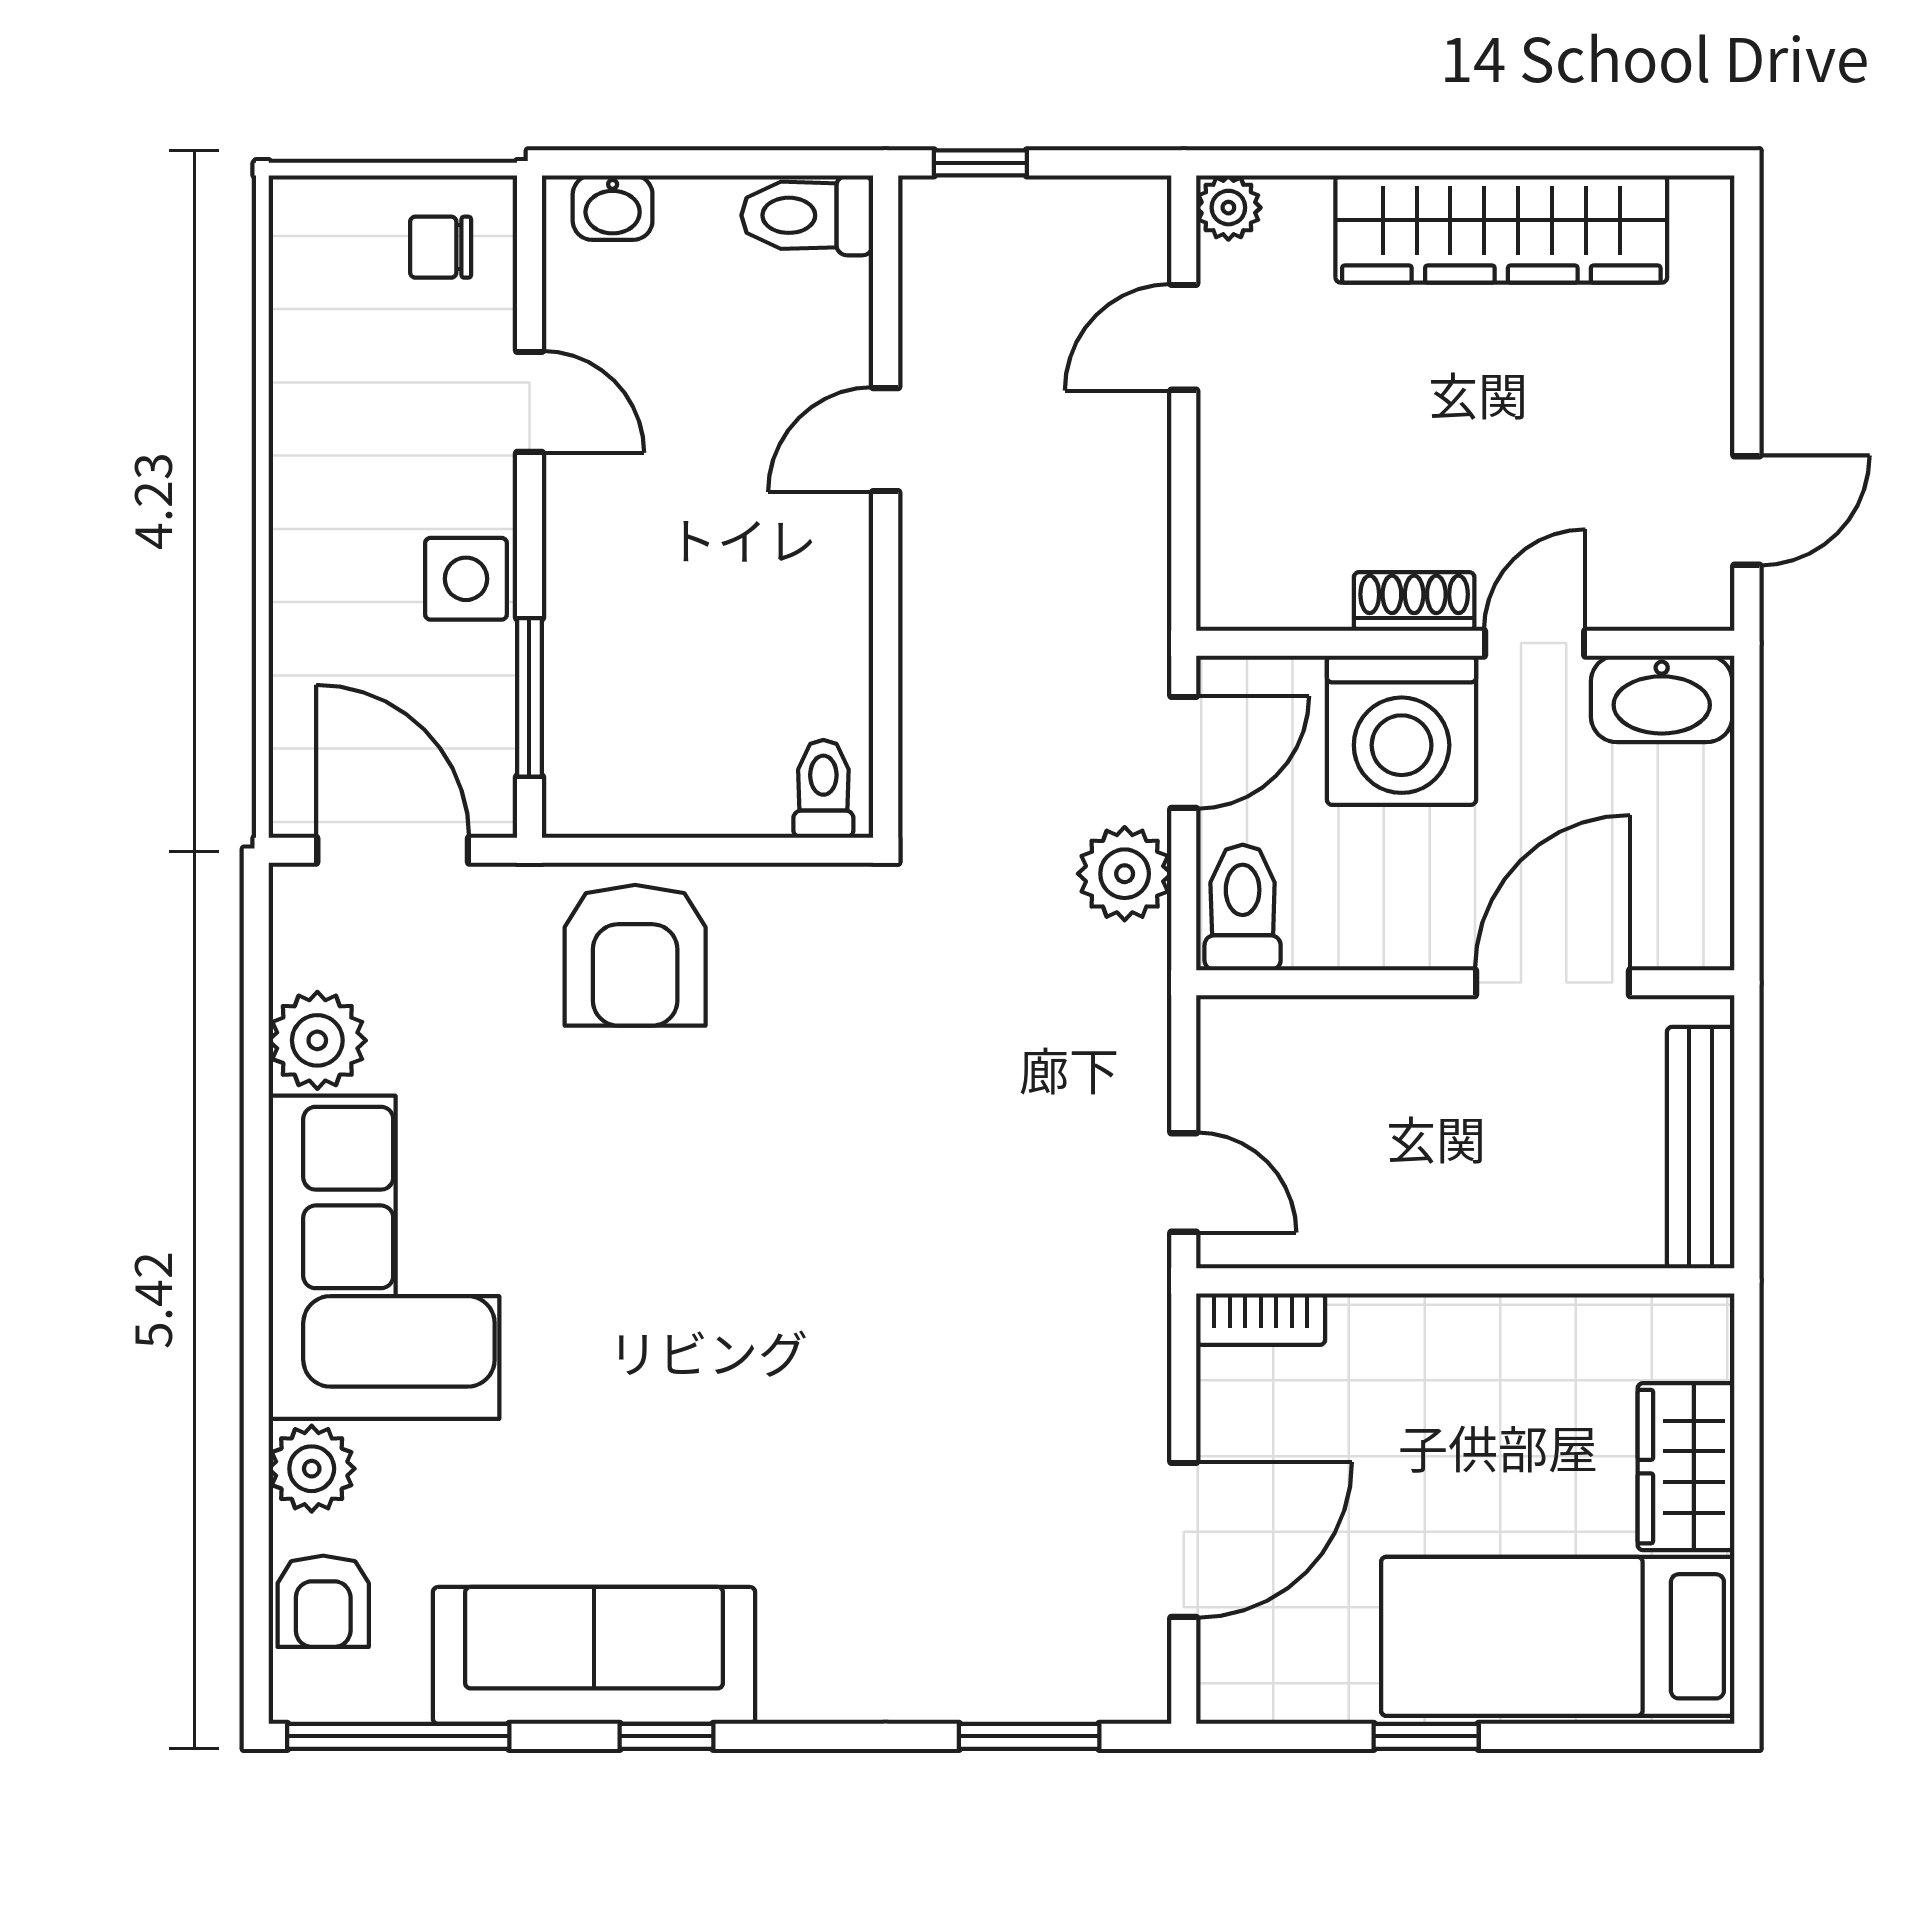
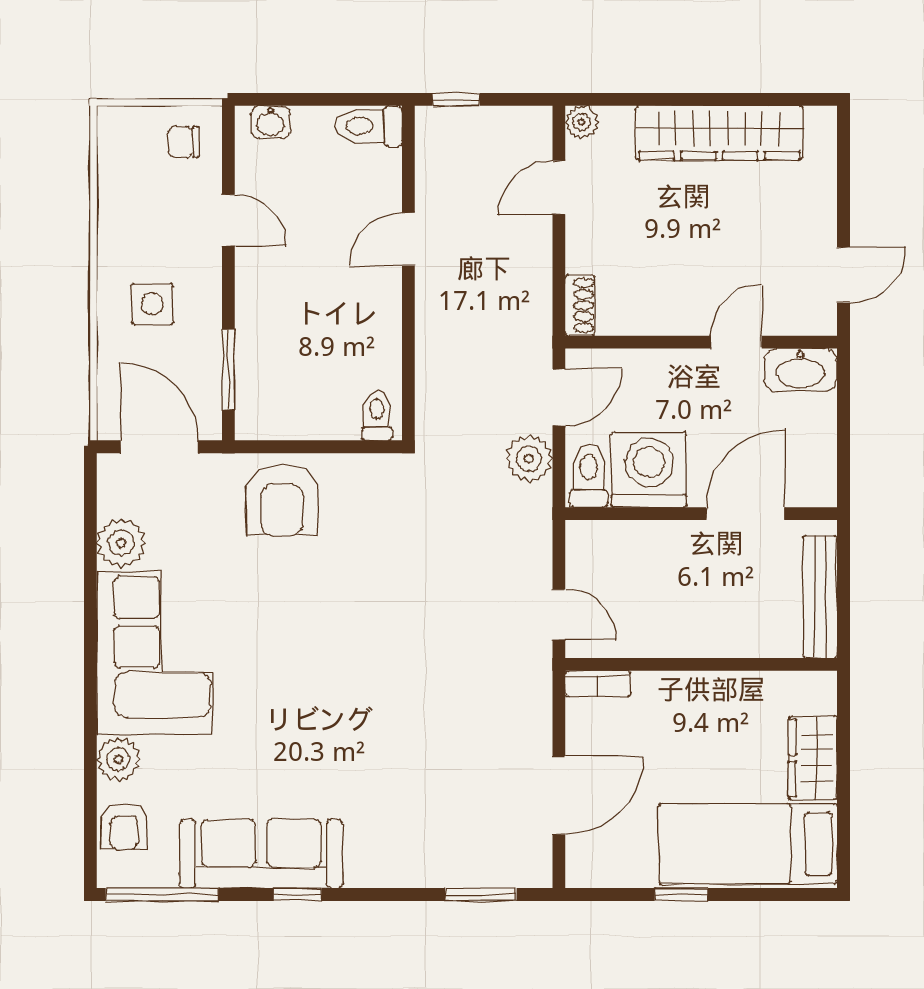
side table: (466, 579) -> (152, 304), moved
shoe rack: (1414, 601) -> (580, 305), moved, turned 90
washing machine: (1402, 730) -> (649, 470), moved, turned 180

